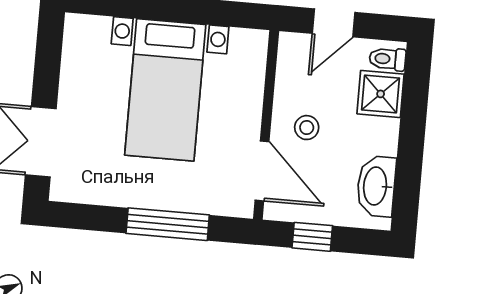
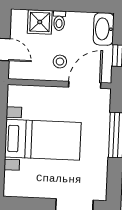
toilet: (387, 59) -> (59, 21), moved
washbasin: (376, 186) -> (104, 29), moved, turned 90

